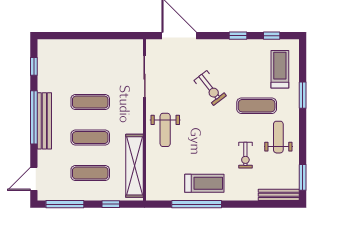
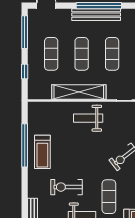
exercise bike: (245, 155) -> (67, 187), width x1.38, depth x1.39
shelving: (135, 166) -> (79, 92), moved

